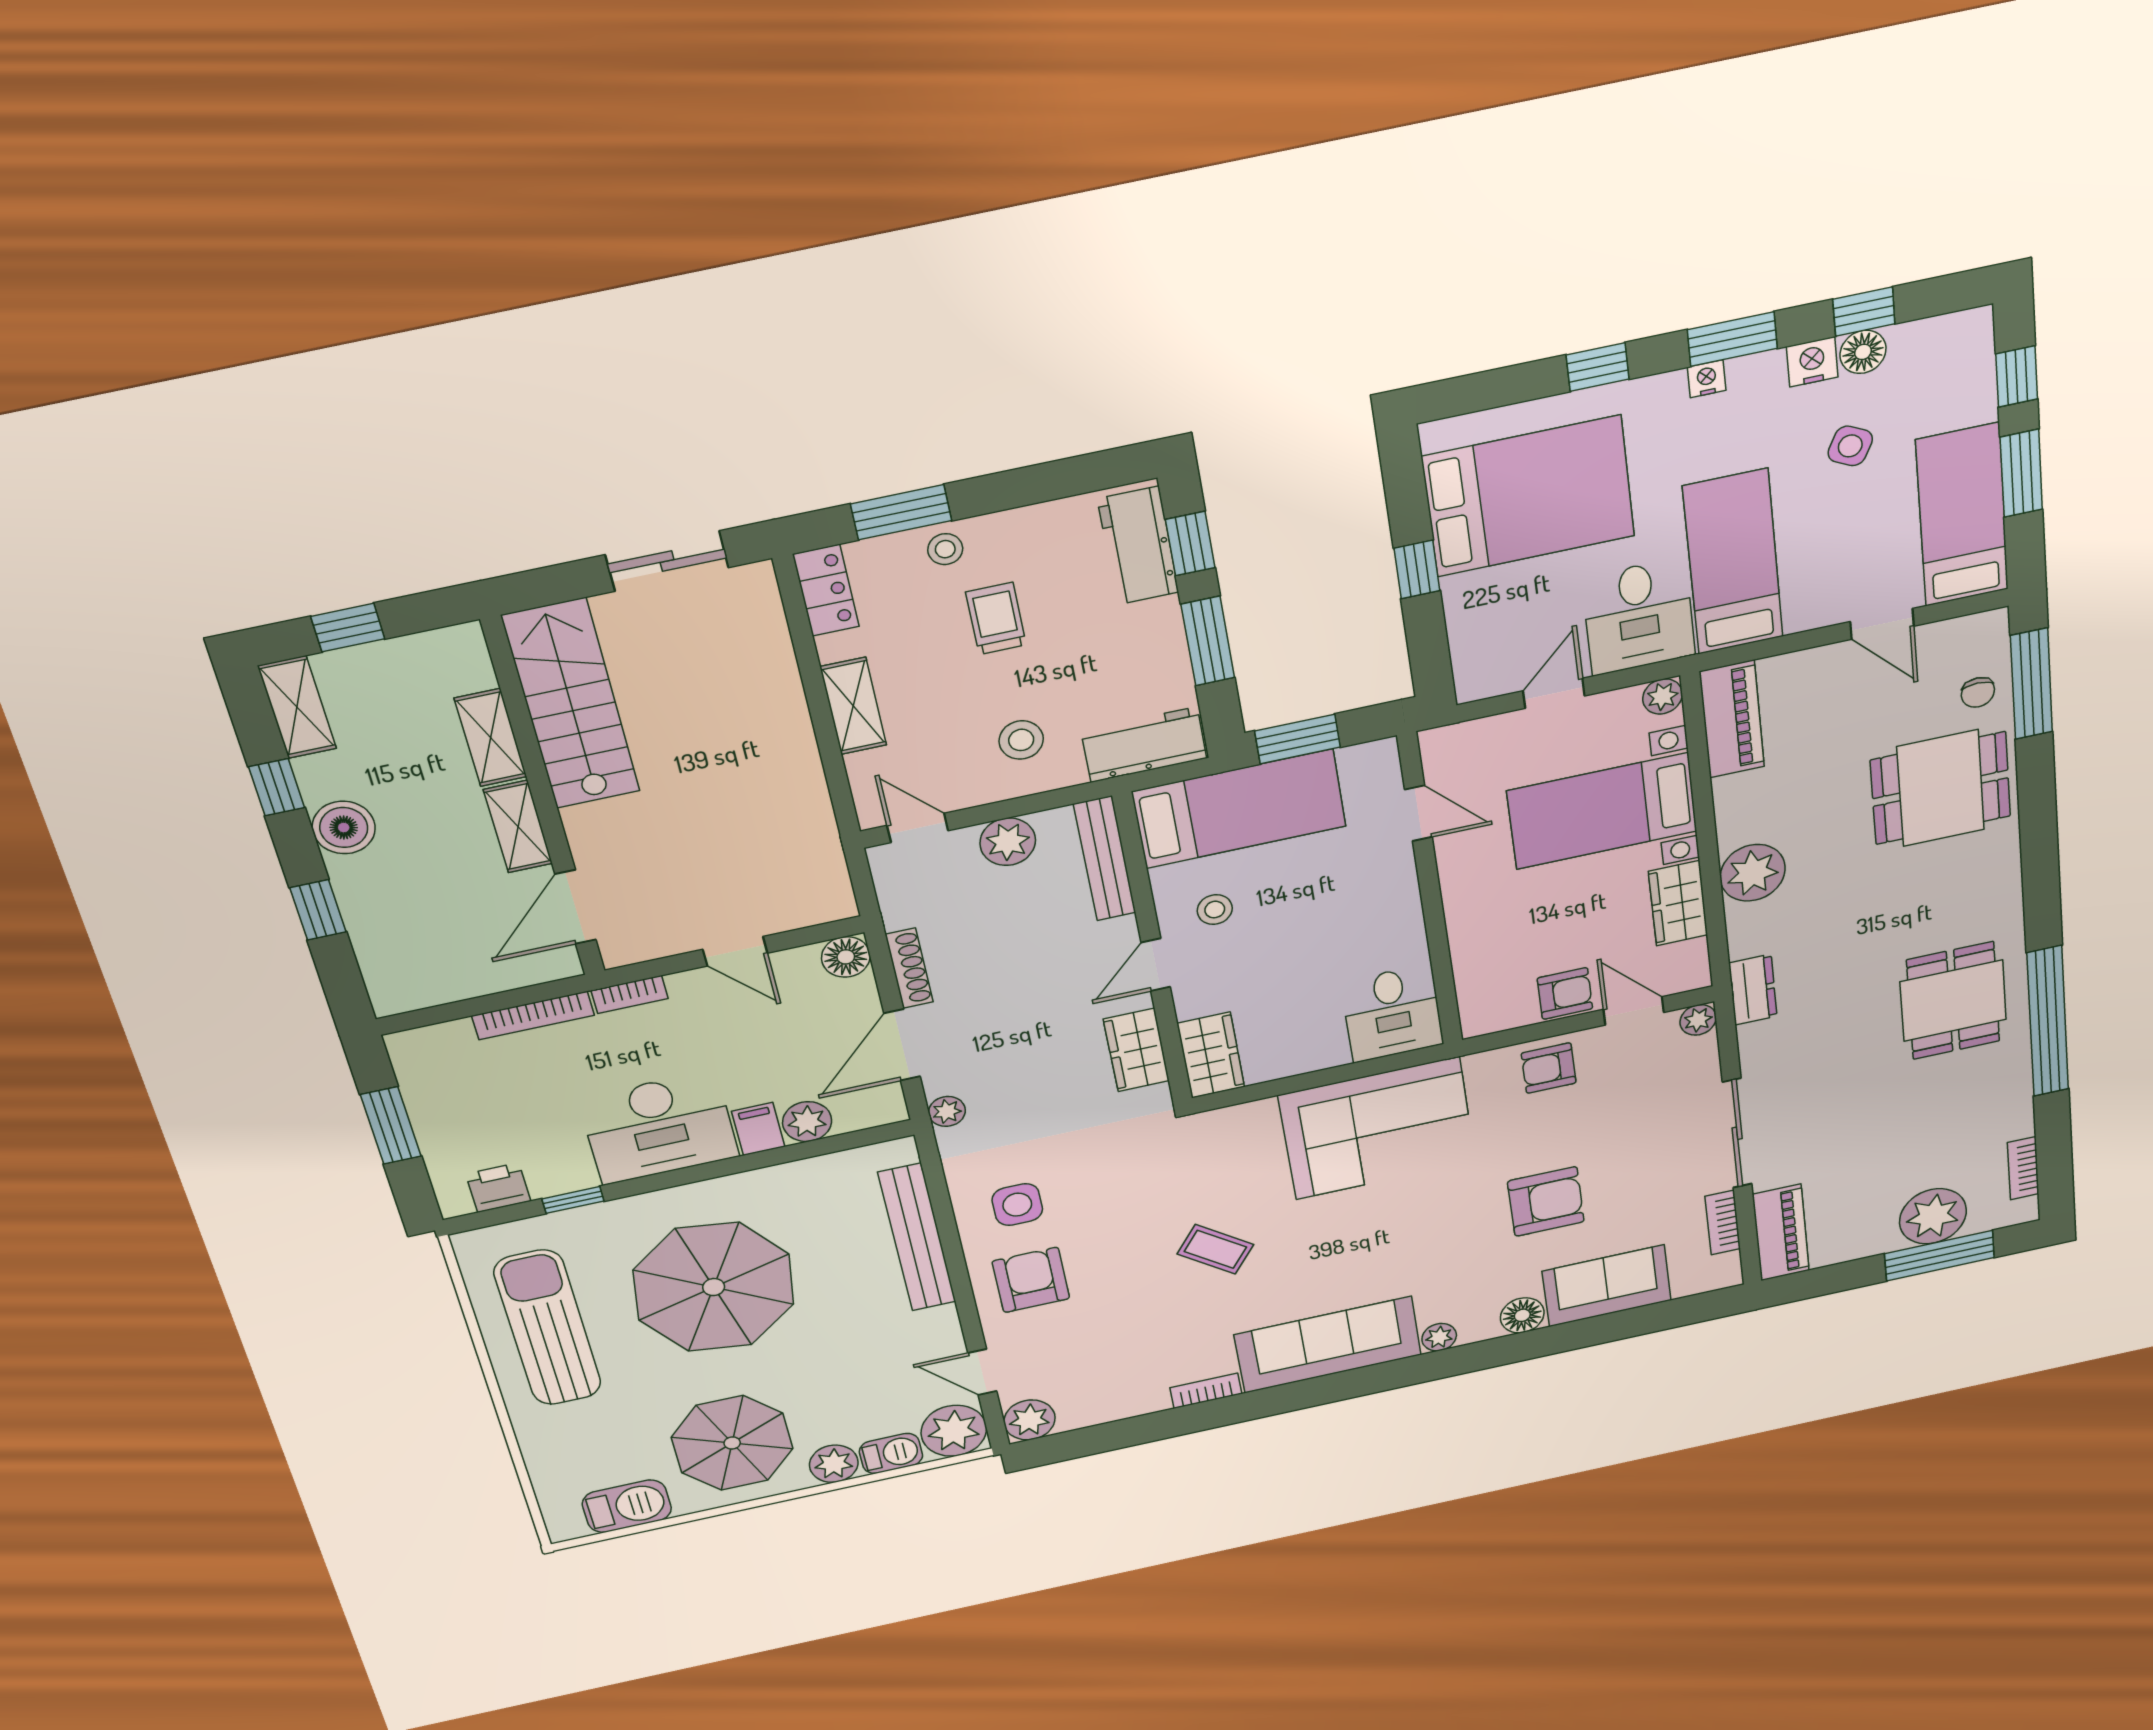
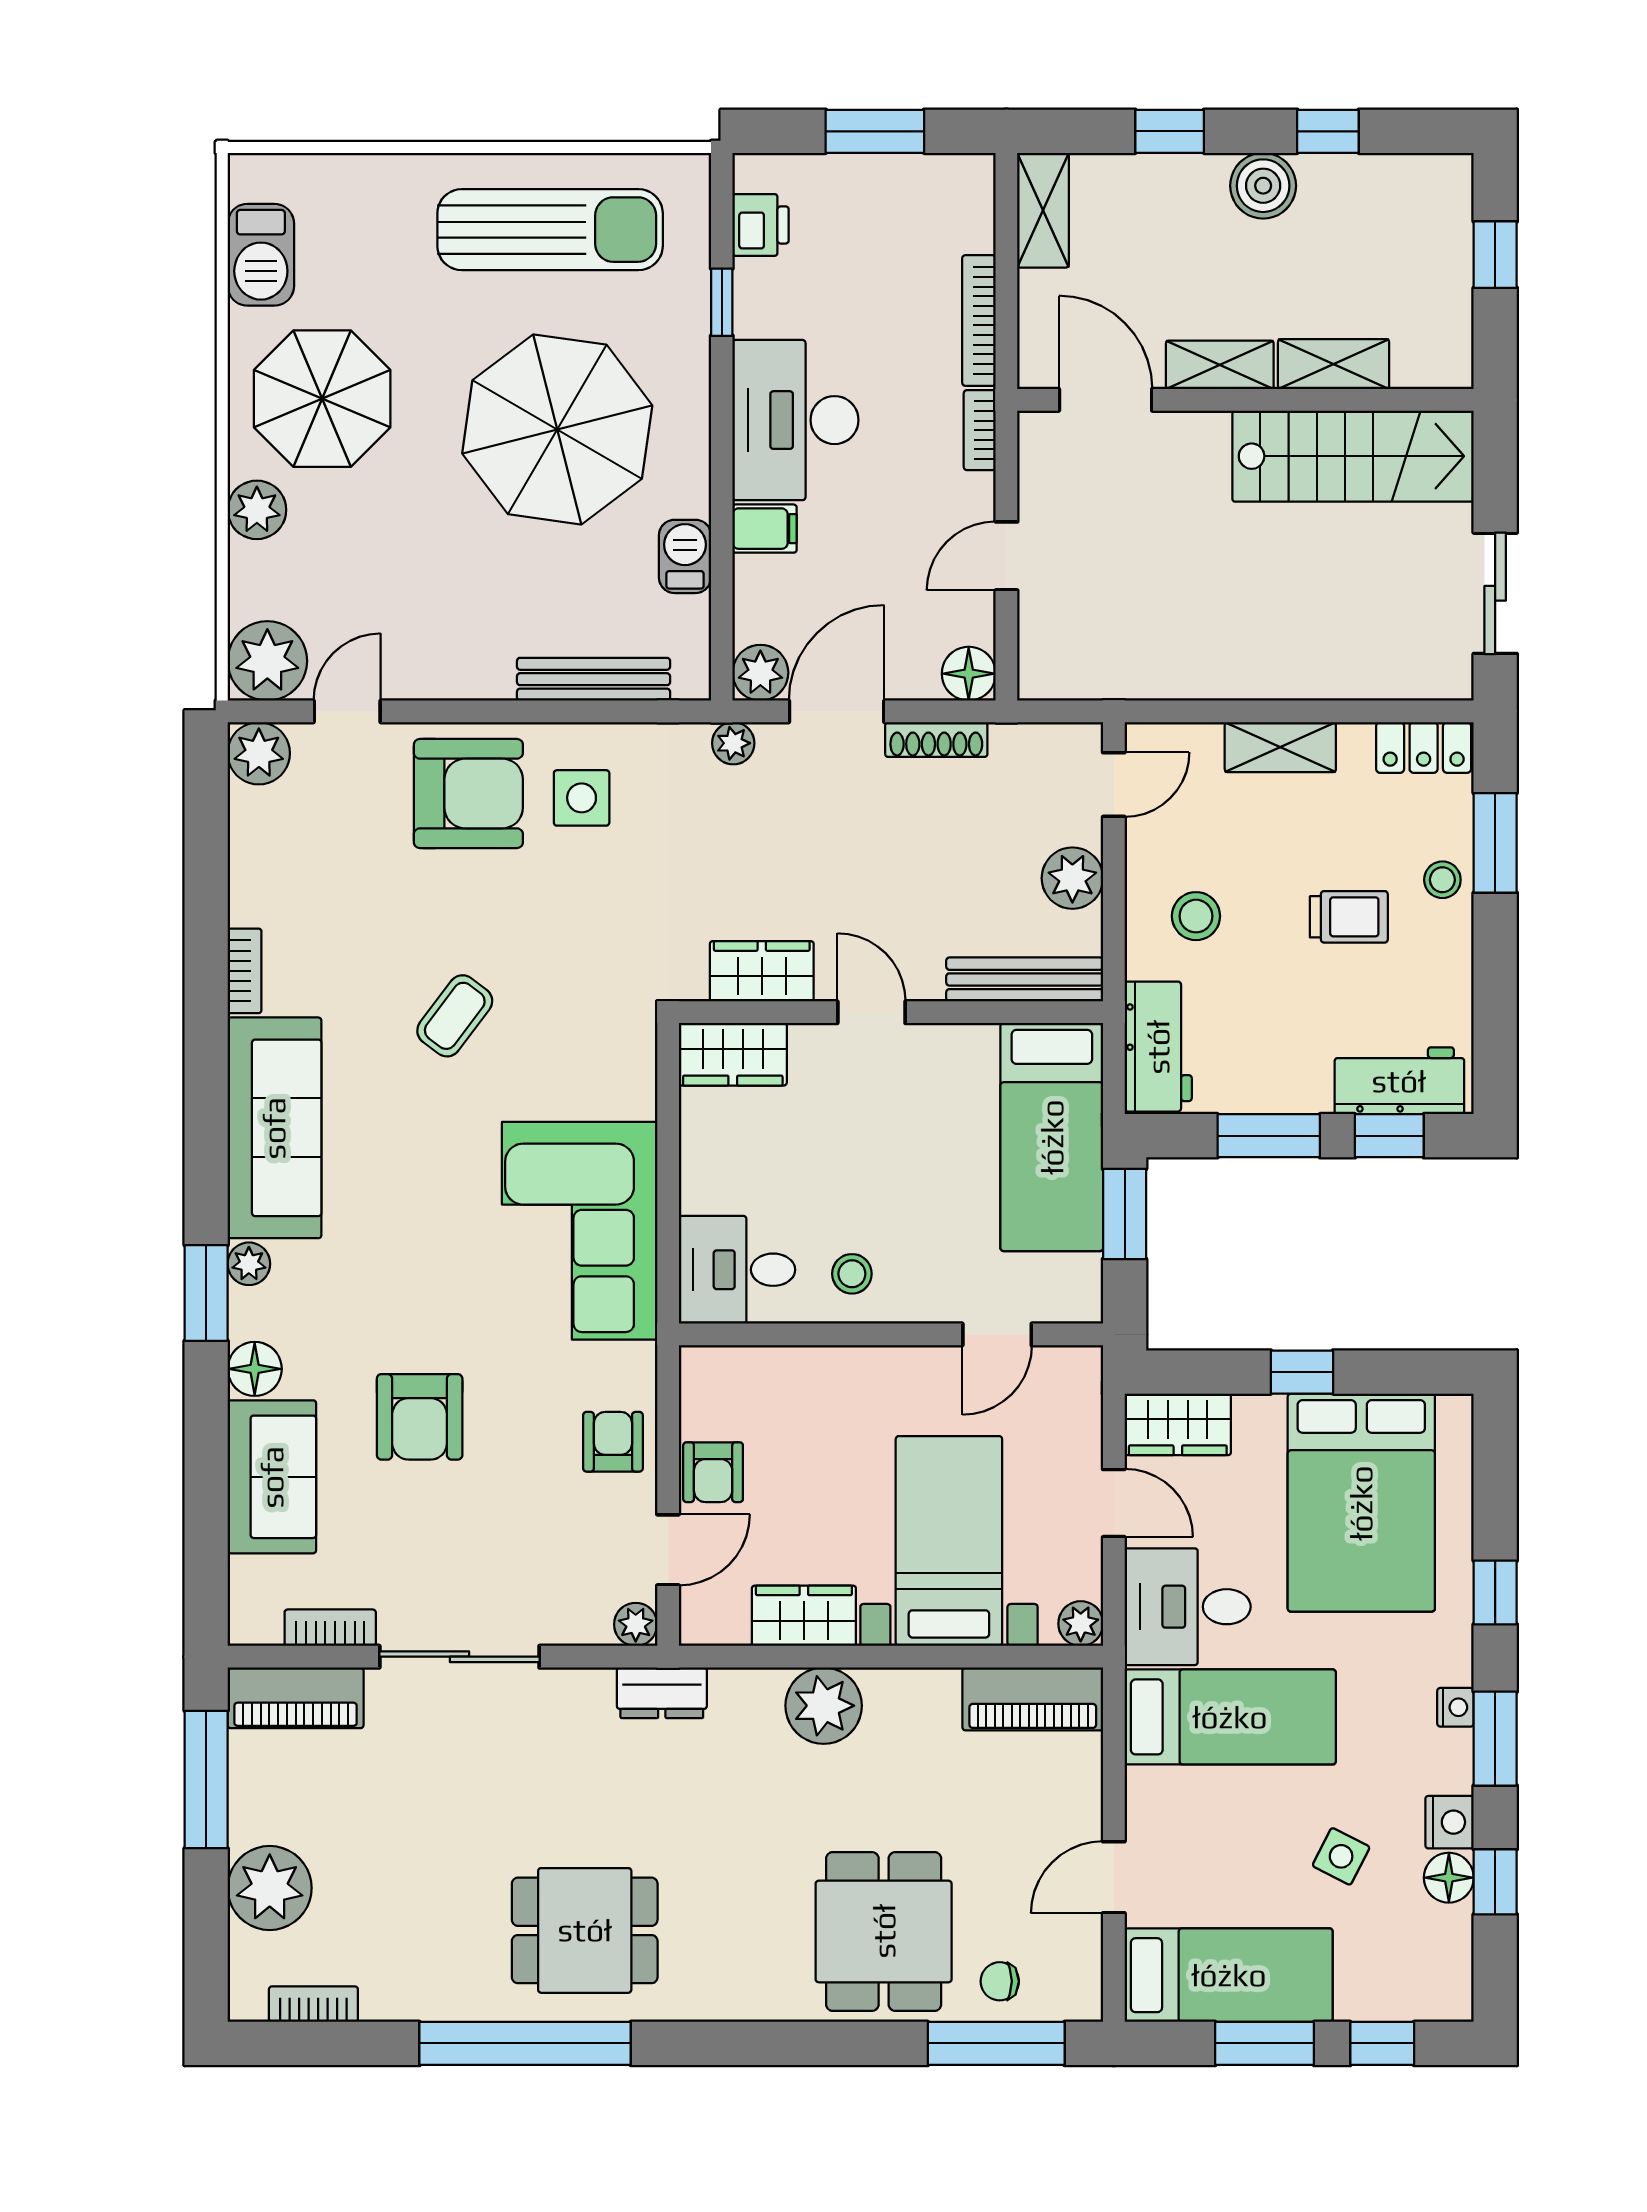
wardrobe: (1478, 658) -> (1178, 1424), added
shelving: (297, 707) -> (1043, 210), moved, turned 90
stool: (1215, 910) -> (852, 1274), moved
door: (902, 1045) -> (837, 711), hinge flipped
plant: (807, 1122) -> (760, 673), moved
bench: (917, 1237) -> (594, 679), width x0.73, depth x0.82
window: (1940, 1256) -> (206, 1779), moved
armchair: (1031, 1280) -> (468, 793), width x1.36, depth x1.36
window: (1467, 1359) -> (206, 1293), added
barbecue: (891, 1453) -> (685, 556), moved, turned 180

